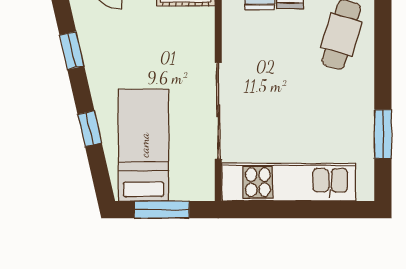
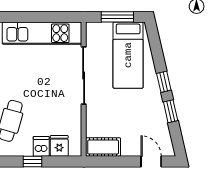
window: (90, 129) -> (164, 82), moved

